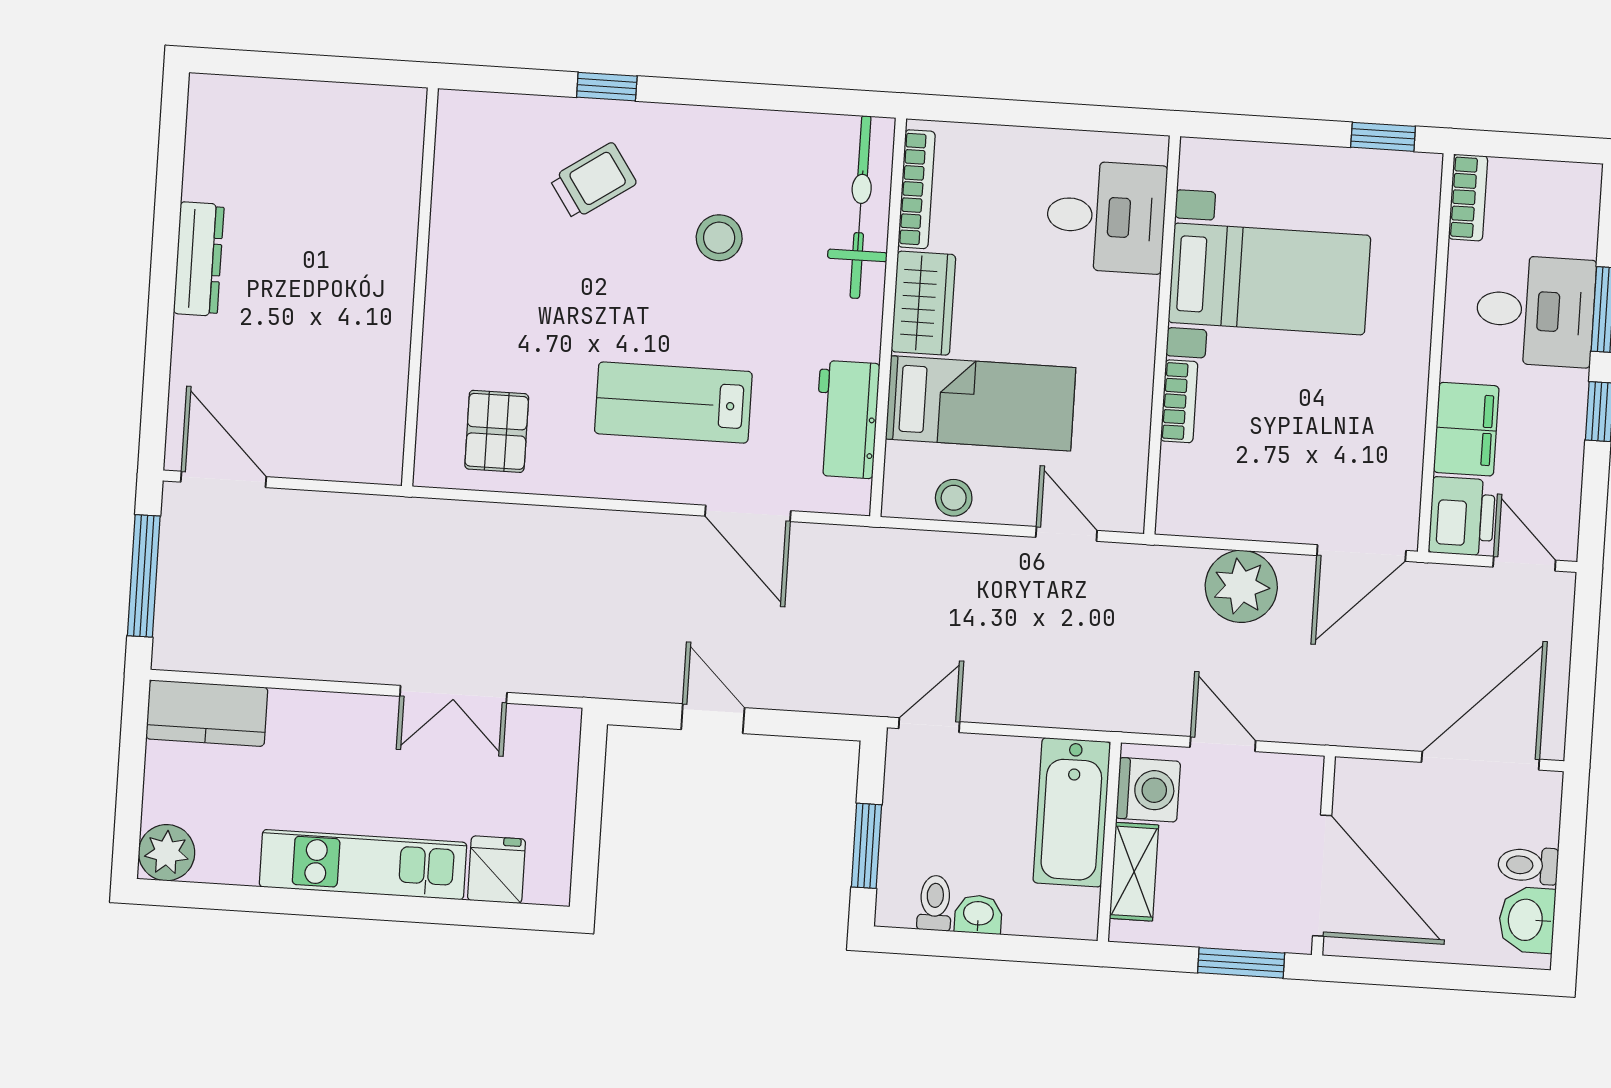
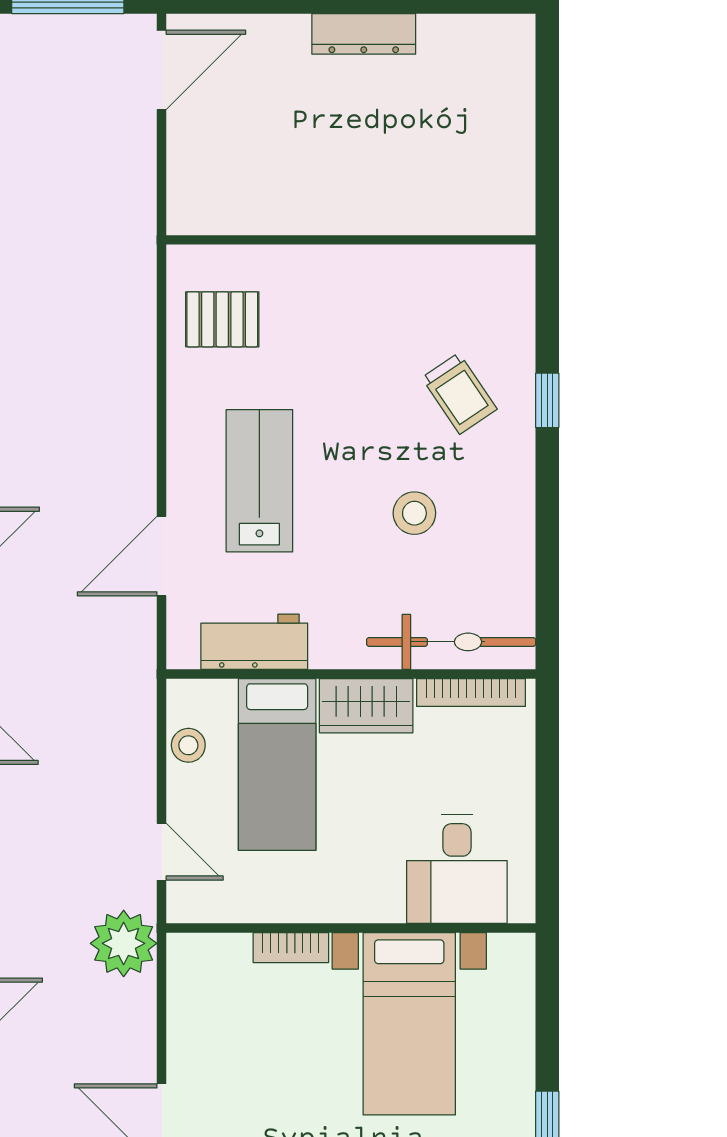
door: (1066, 534) -> (162, 852), hinge flipped
plant: (1241, 586) -> (124, 943), moved

